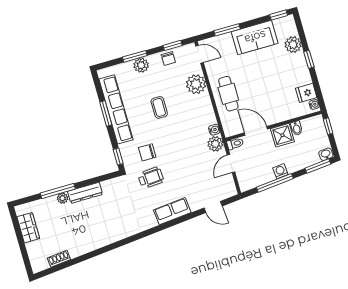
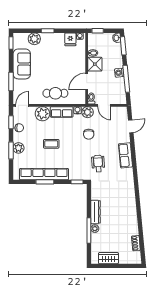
row of seats: (206, 109) -> (62, 112), added
chair: (147, 152) -> (89, 134), moved

